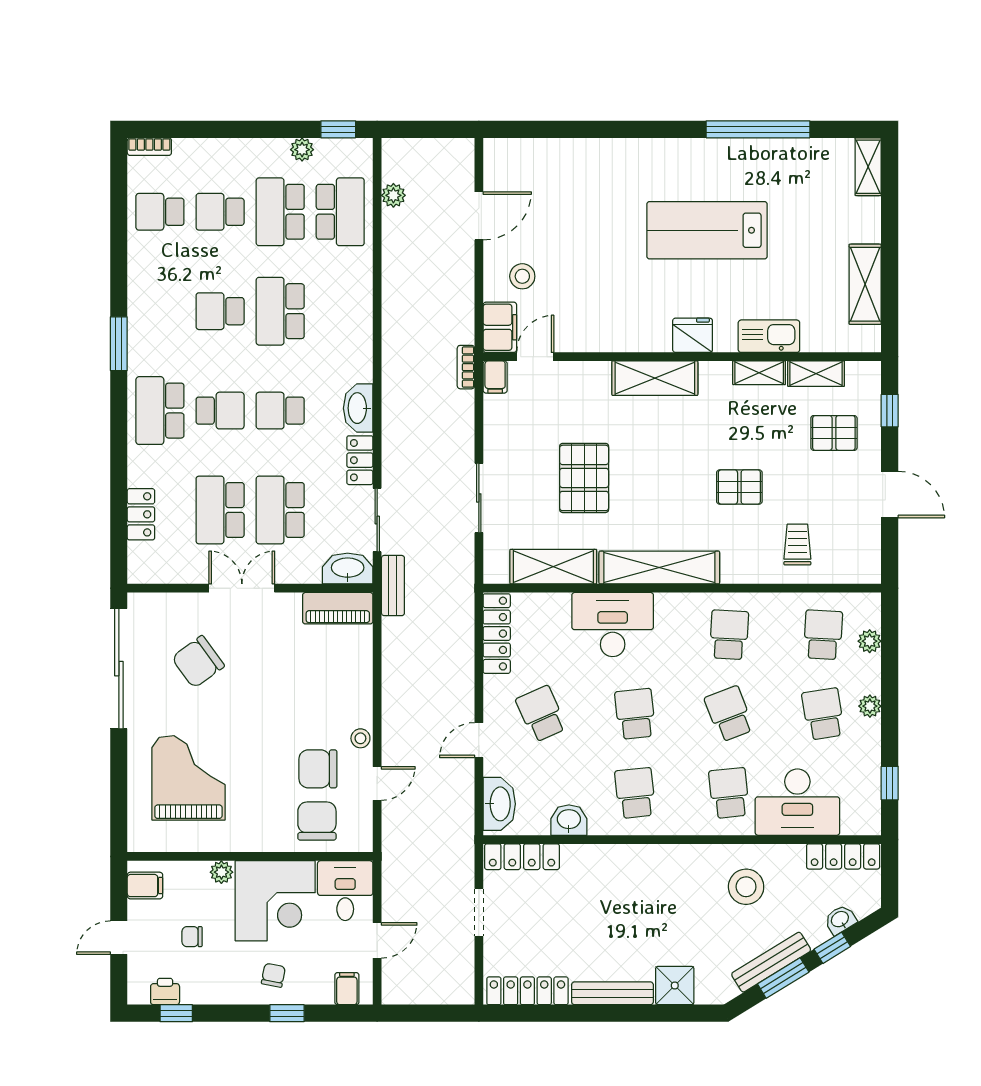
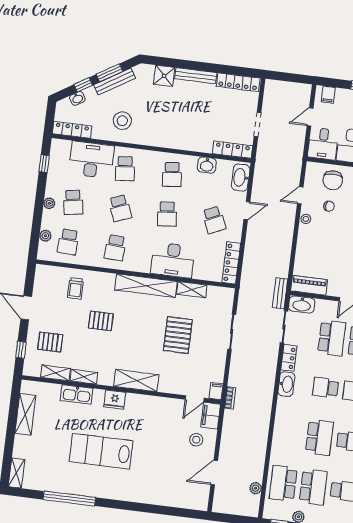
lab bench: (707, 230) -> (101, 451), turned 180
school desk: (280, 411) -> (326, 388), turned 180
shelving: (553, 567) -> (192, 290), width x0.67, depth x0.75
chair: (318, 769) -> (329, 206), width x0.54, depth x0.54

